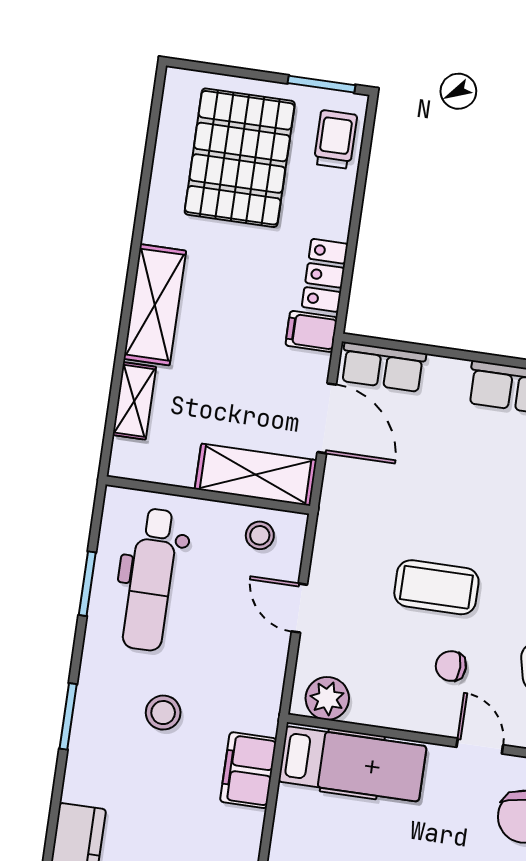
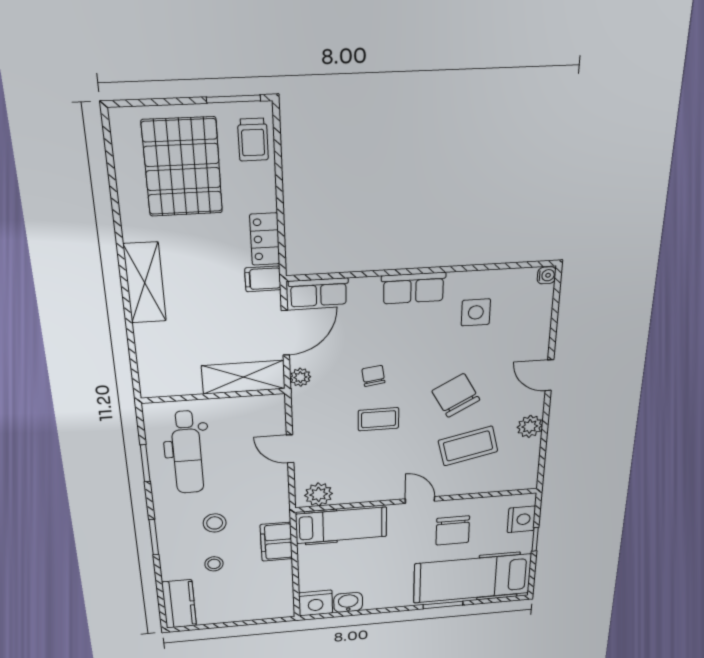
trolley: (335, 139) -> (253, 140), turned 180
shelving: (134, 401) -> (147, 348), removed
door: (327, 418) -> (285, 333), hinge flipped
plant: (335, 492) -> (300, 377), added
stool: (260, 535) -> (214, 564), moved
coffee table: (436, 587) -> (379, 419), width x0.73, depth x0.77
chair: (451, 666) -> (373, 376), moved, turned 82

